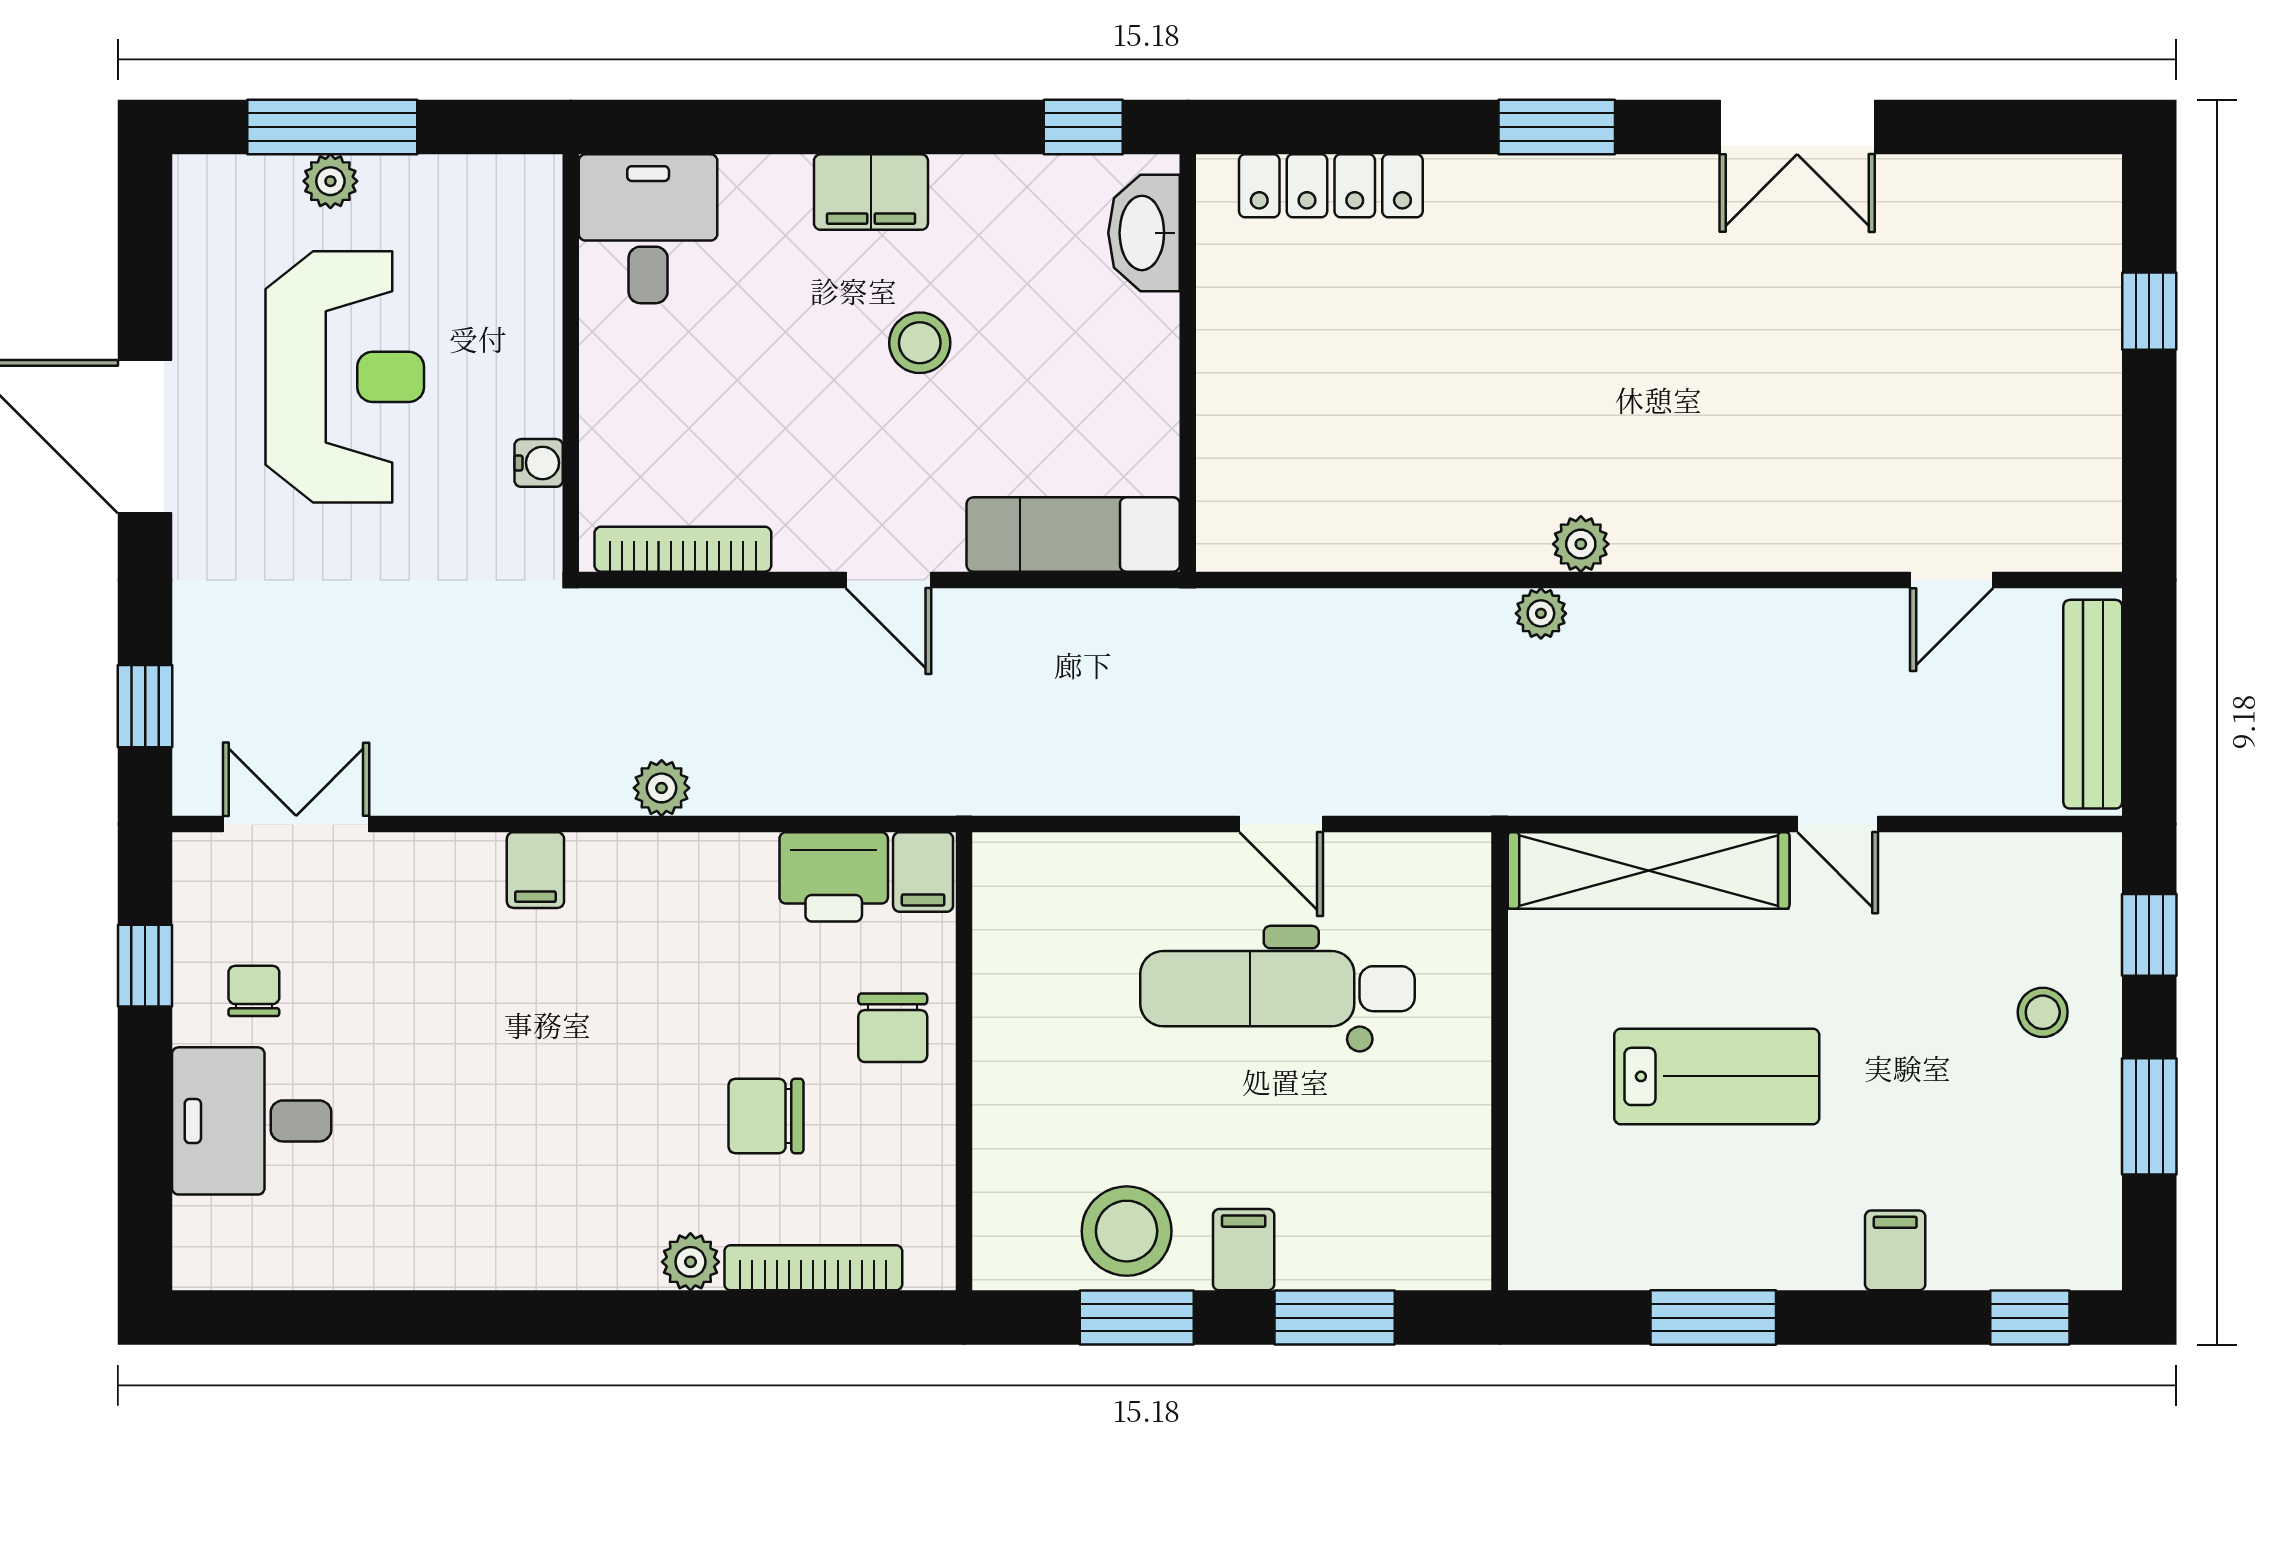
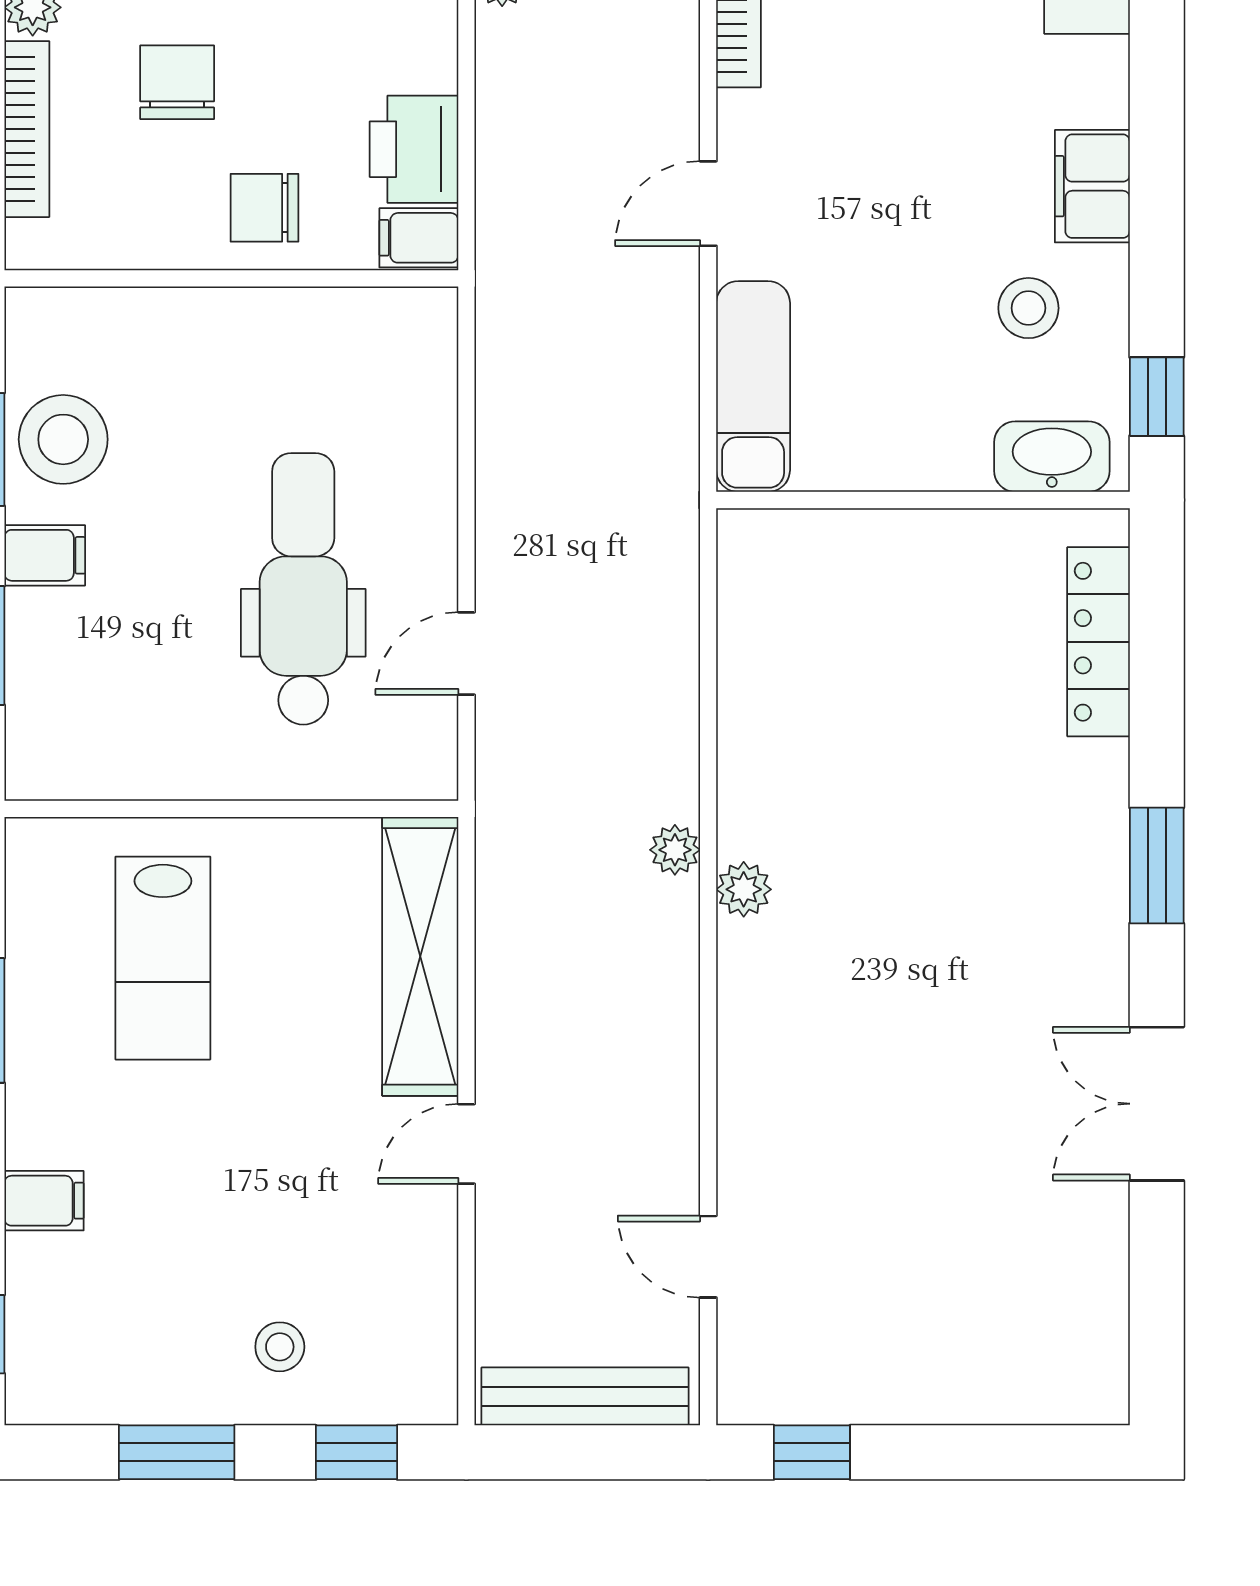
window: (2149, 311) -> (812, 1452), moved
stool: (920, 343) -> (1028, 308), moved
door: (1281, 824) -> (466, 654), moved
lab bench: (1717, 1076) -> (163, 958), moved

